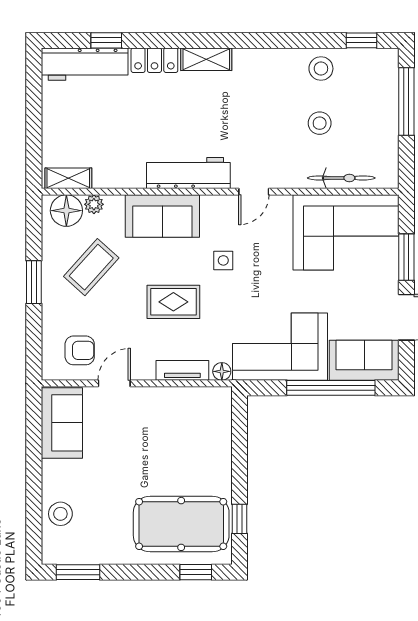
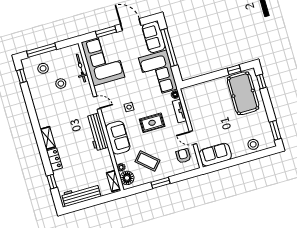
workbench: (85, 64) -> (81, 195), moved, turned -90
stool: (321, 69) -> (43, 68), moved
rug: (173, 302) -> (152, 123), turned 90

